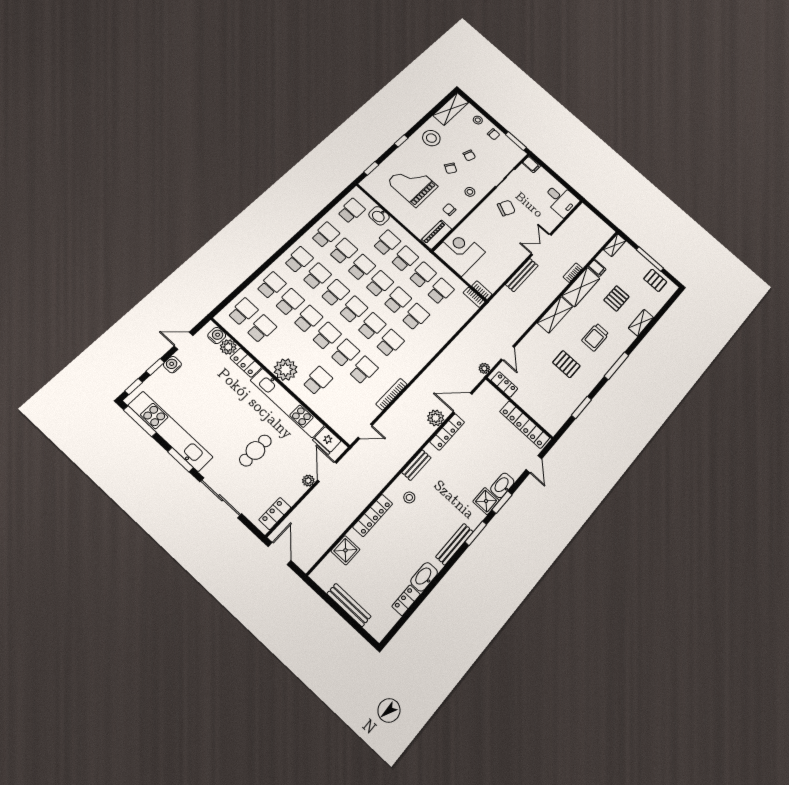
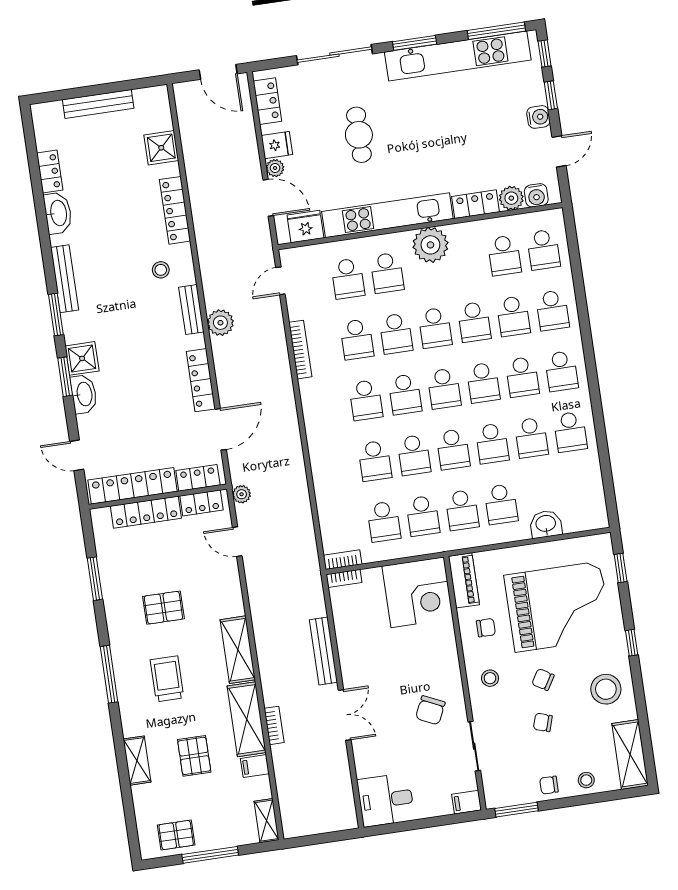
grand piano: (413, 184) -> (558, 607), width x1.37, depth x1.48
school desk: (351, 211) -> (348, 279), moved
locker: (494, 396) -> (198, 478), added
locker: (531, 408) -> (146, 512), added
plant: (436, 418) -> (220, 323), moved
fridge: (295, 489) -> (277, 145), added

